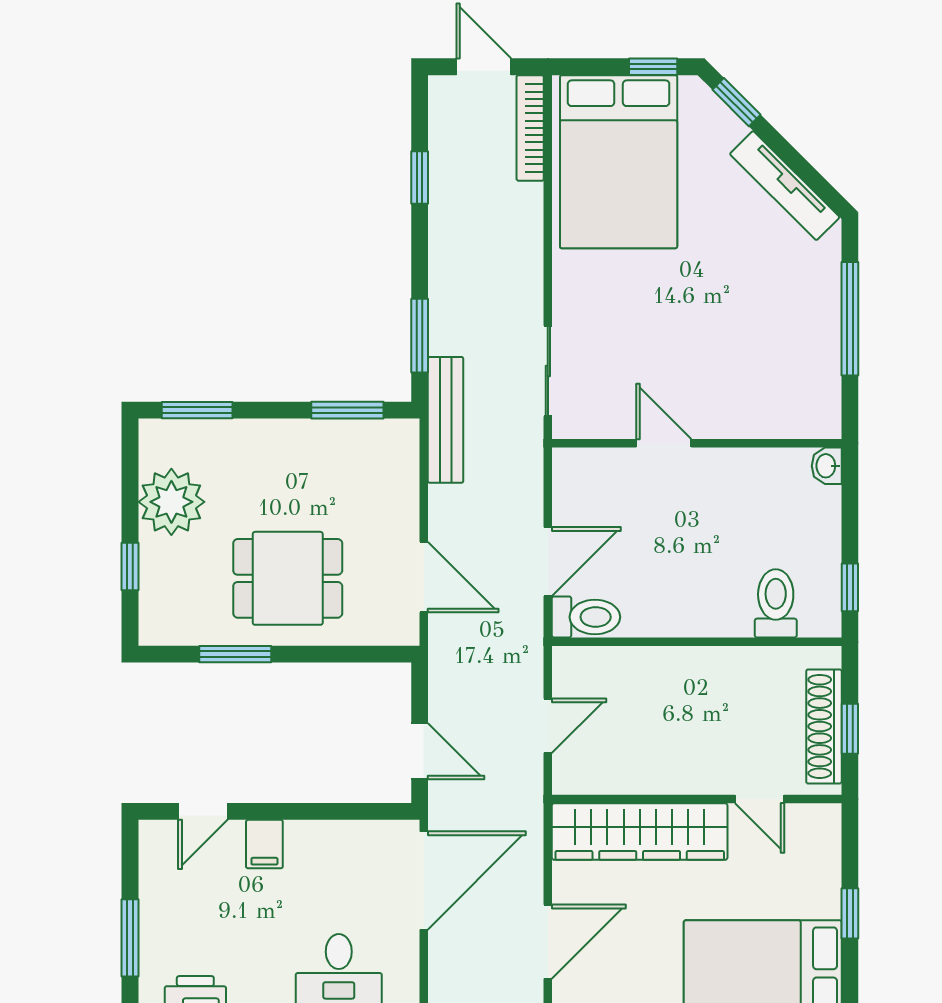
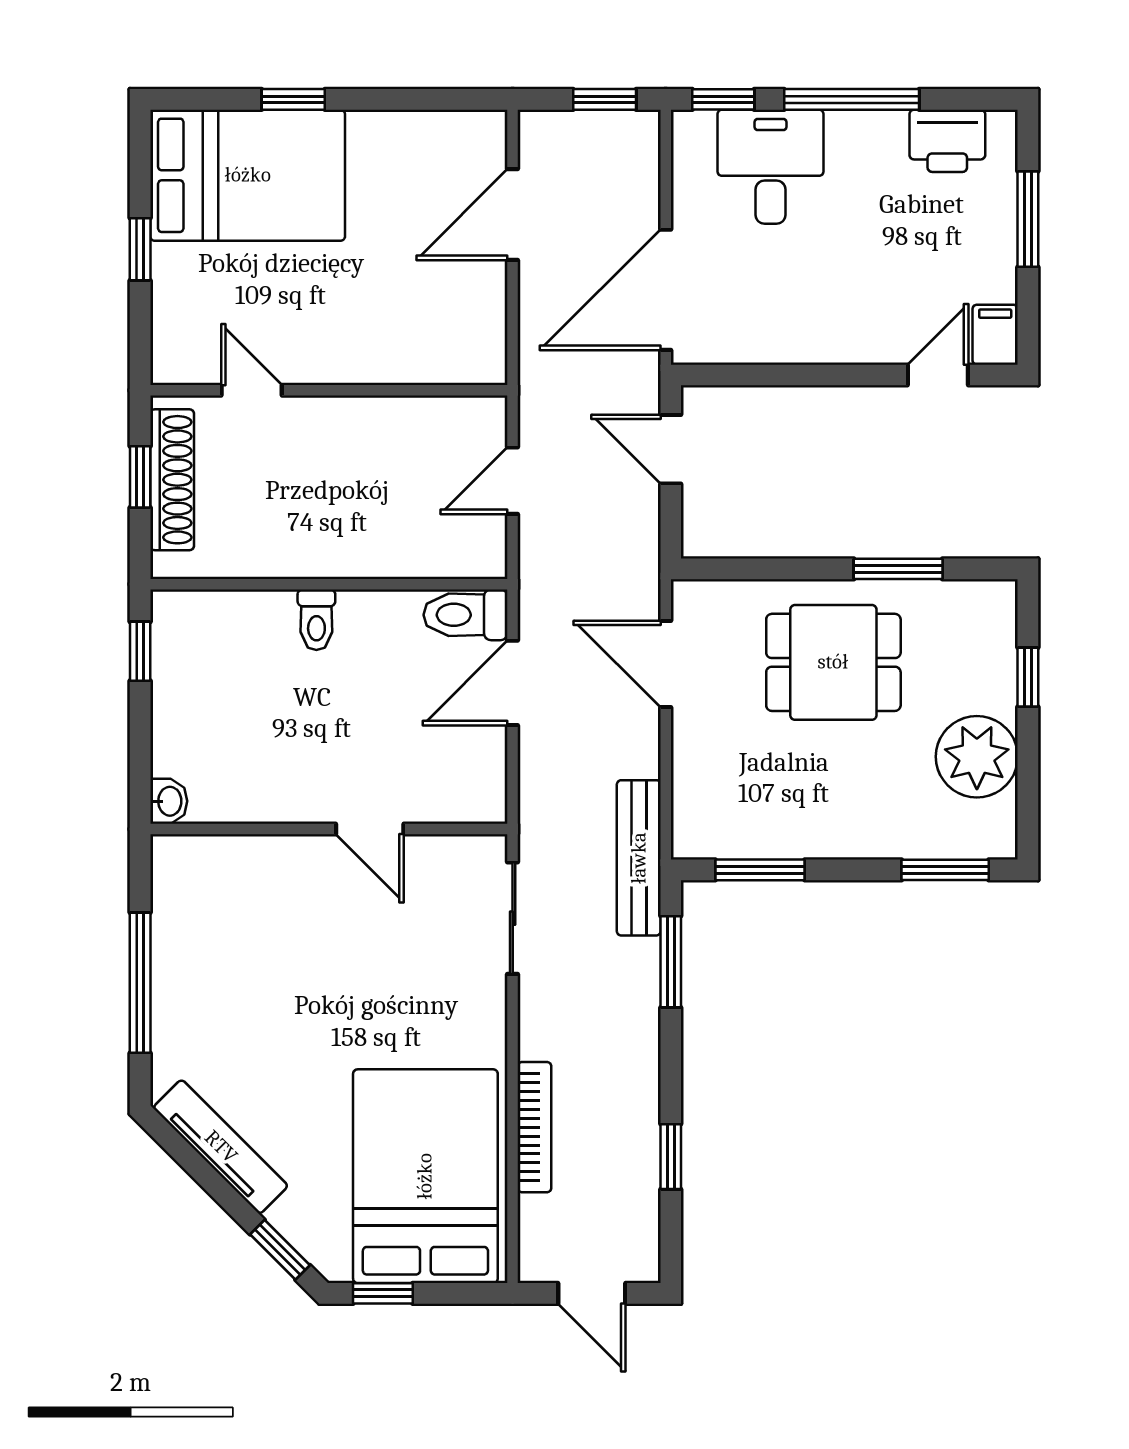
bookcase: (530, 128) -> (534, 1127), moved
toilet: (776, 603) -> (316, 620), moved, width x0.73, depth x0.72
wardrobe: (640, 832) -> (399, 350), removed
filing cabinet: (264, 844) -> (995, 335), moved

